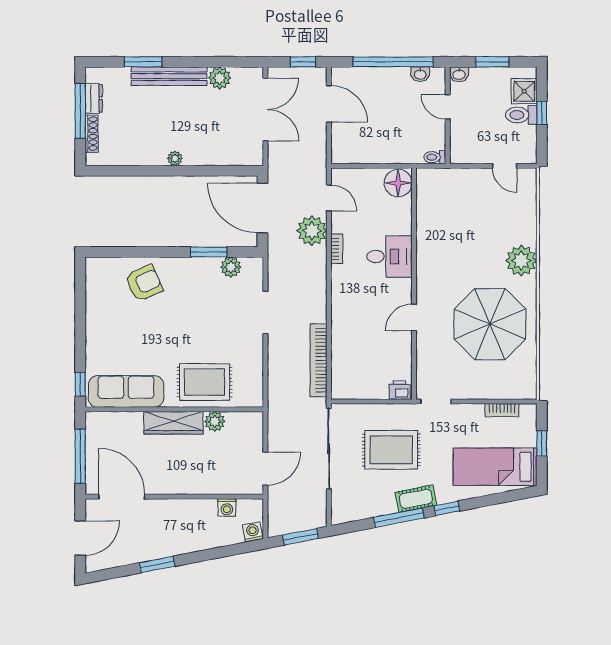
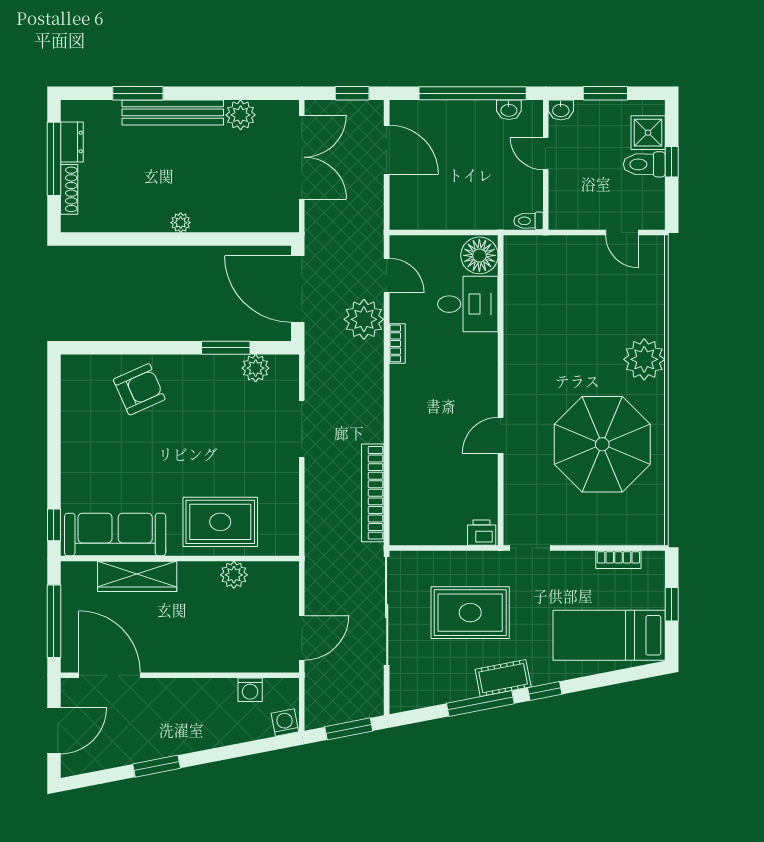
desk: (389, 256) -> (468, 304), moved
wardrobe: (174, 423) -> (137, 576), moved

